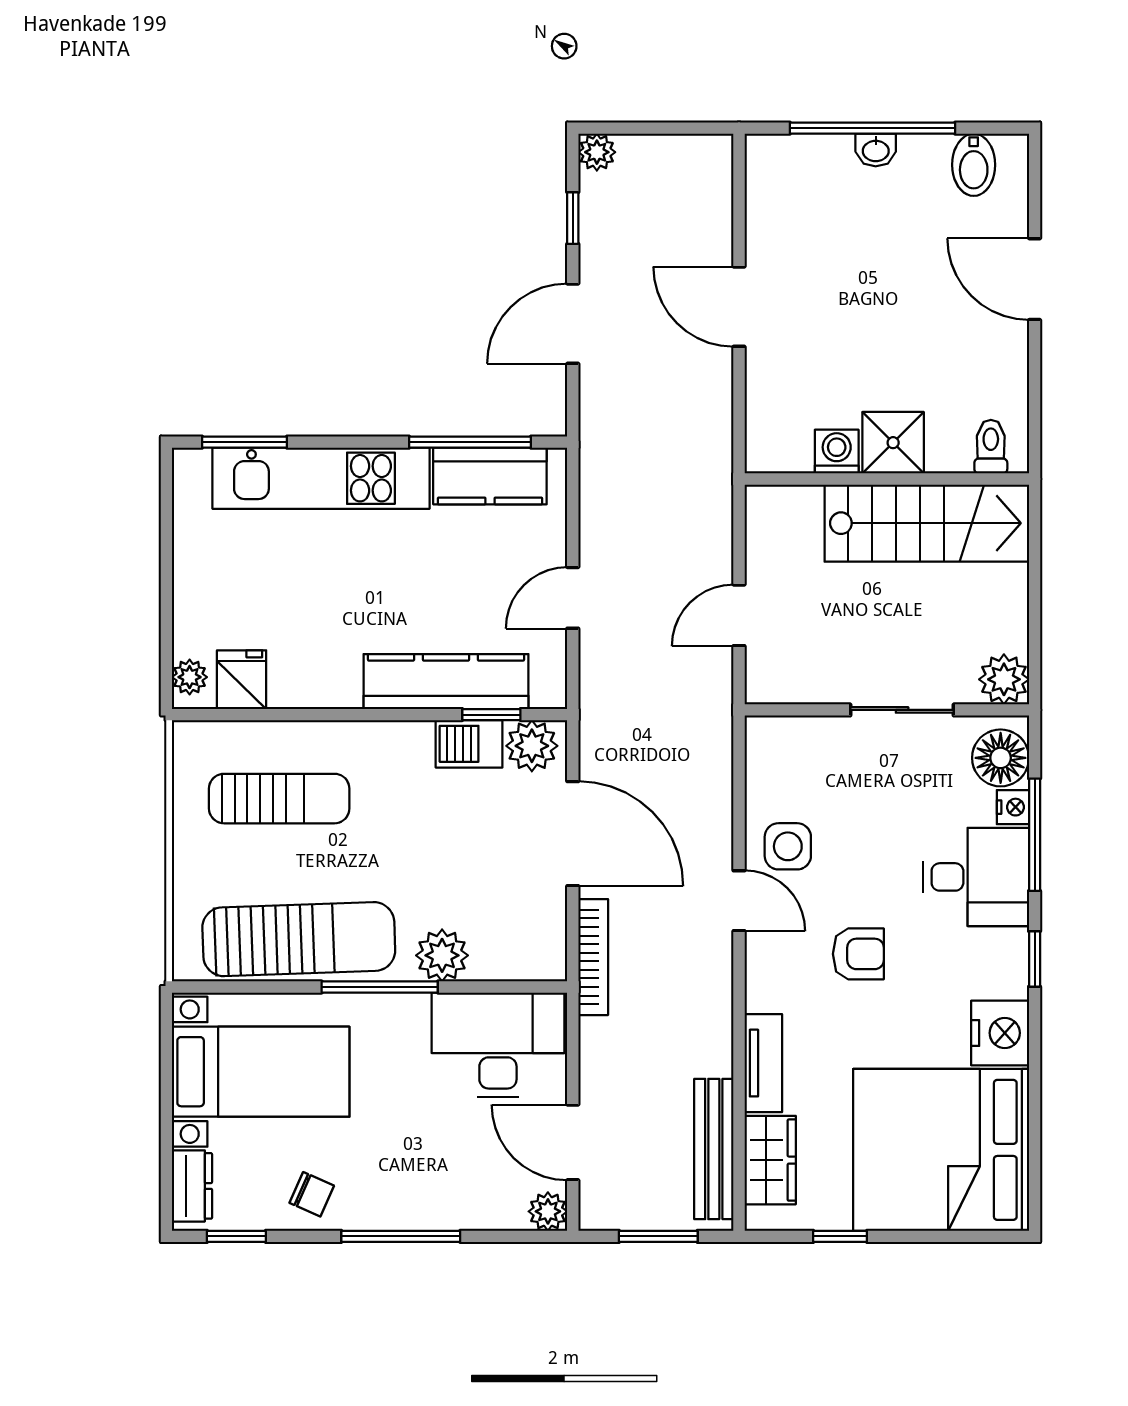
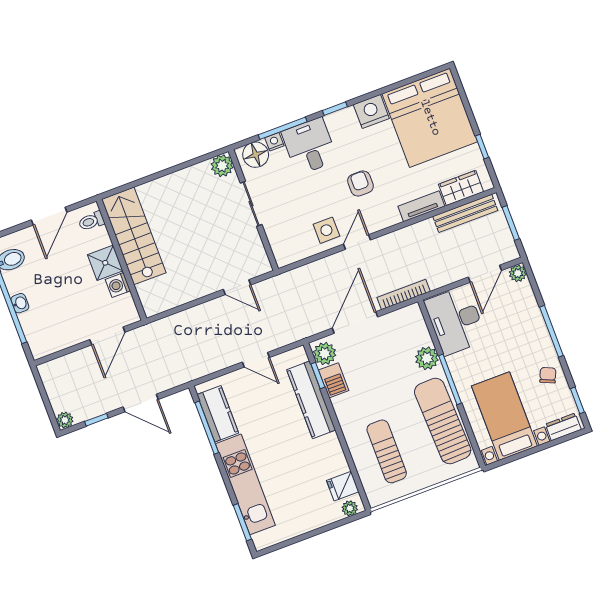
shower: (893, 443) -> (105, 263), moved
toilet: (991, 447) -> (91, 221), moved
washing machine: (837, 452) -> (118, 285), moved
wall: (887, 479) -> (121, 260), moved
stairs: (927, 523) -> (134, 236), moved

